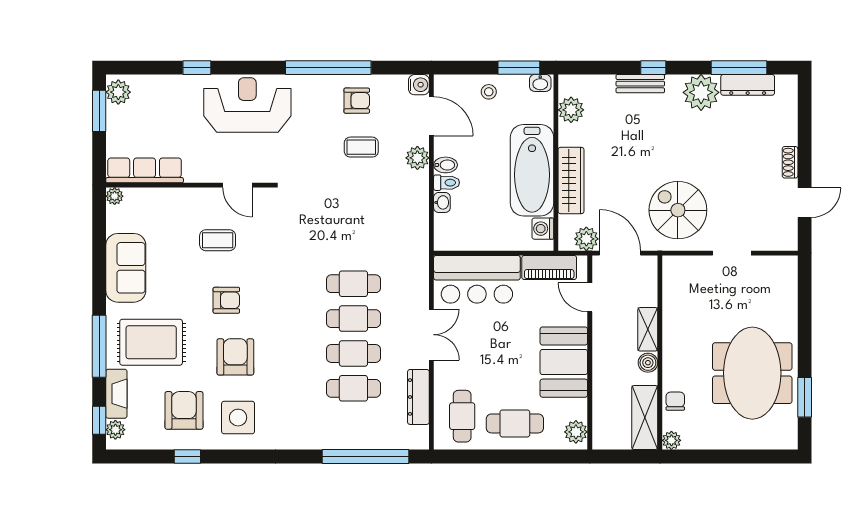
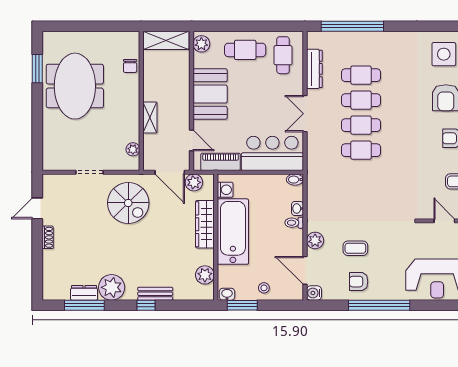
dresser: (748, 85) -> (84, 293), width x0.70
bidet: (446, 165) -> (295, 180), moved
boiler: (648, 363) -> (150, 94), removed
shelving: (645, 418) -> (166, 40), moved, turned 90
plant: (671, 440) -> (133, 149), moved

